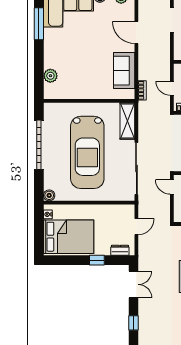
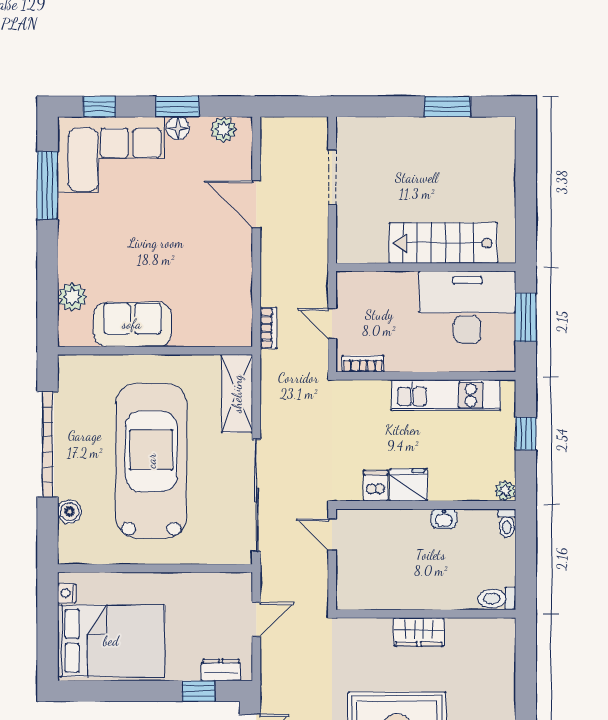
sofa: (124, 71) -> (132, 324), moved, turned 90
car: (87, 152) -> (151, 461), turned 180
boiler: (49, 195) -> (69, 512), moved
window: (97, 260) -> (198, 691), moved

